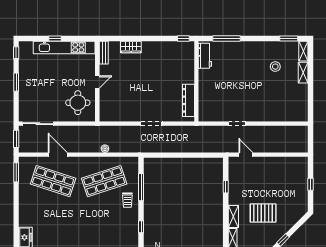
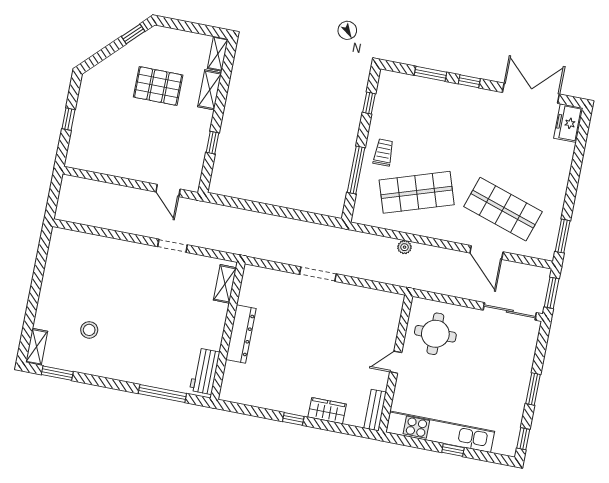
window: (183, 38) -> (293, 419), moved
shelving: (303, 73) -> (225, 284), moved
dresser: (188, 100) -> (241, 334), moved

